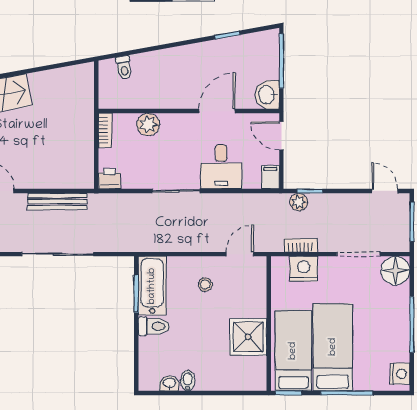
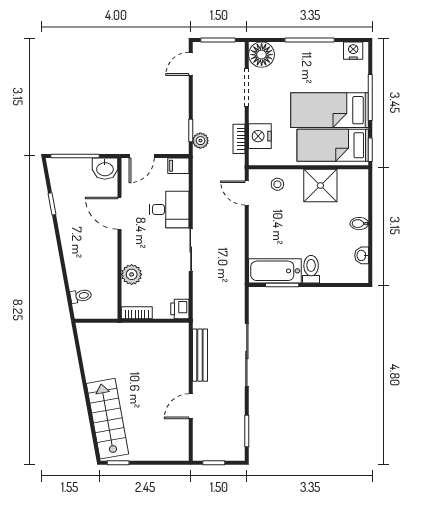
stool: (205, 285) -> (277, 184), moved
bidet: (188, 381) -> (359, 224), moved

